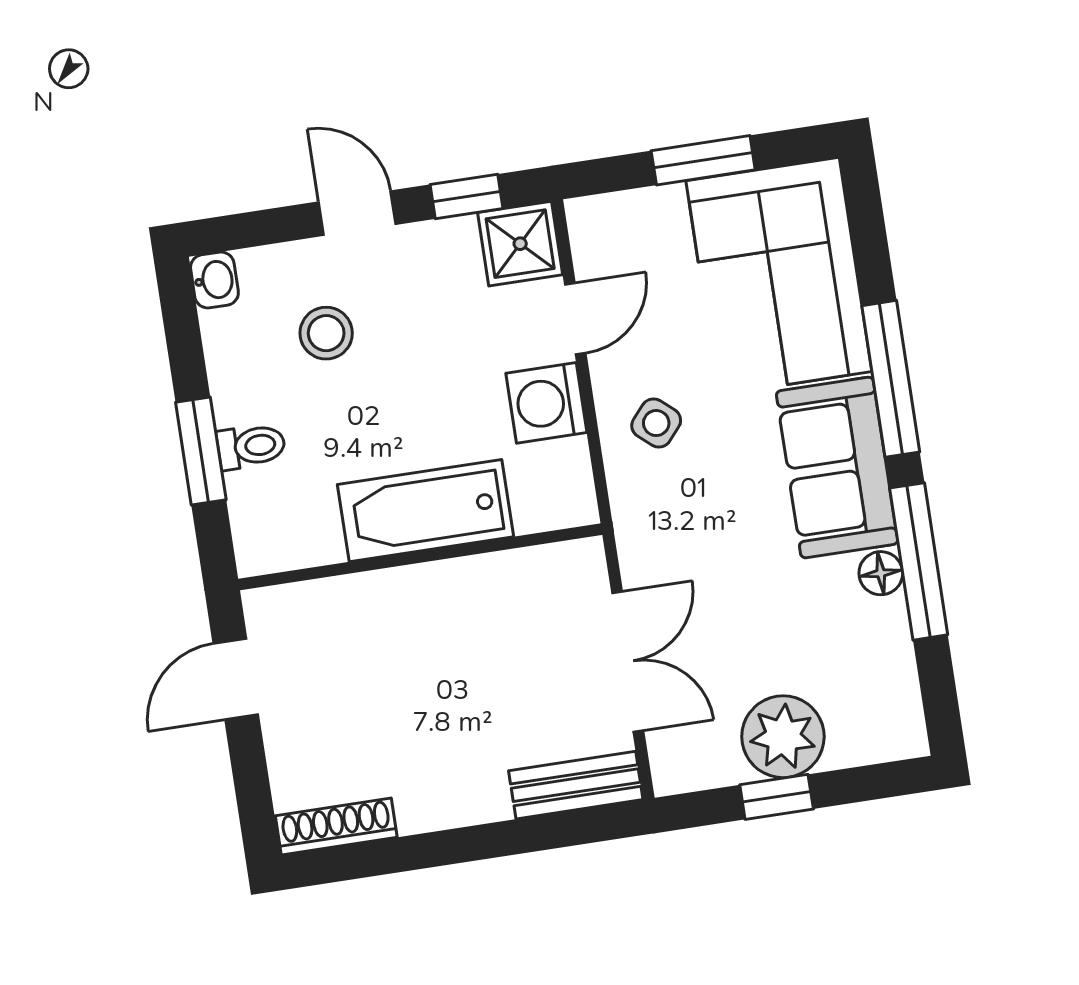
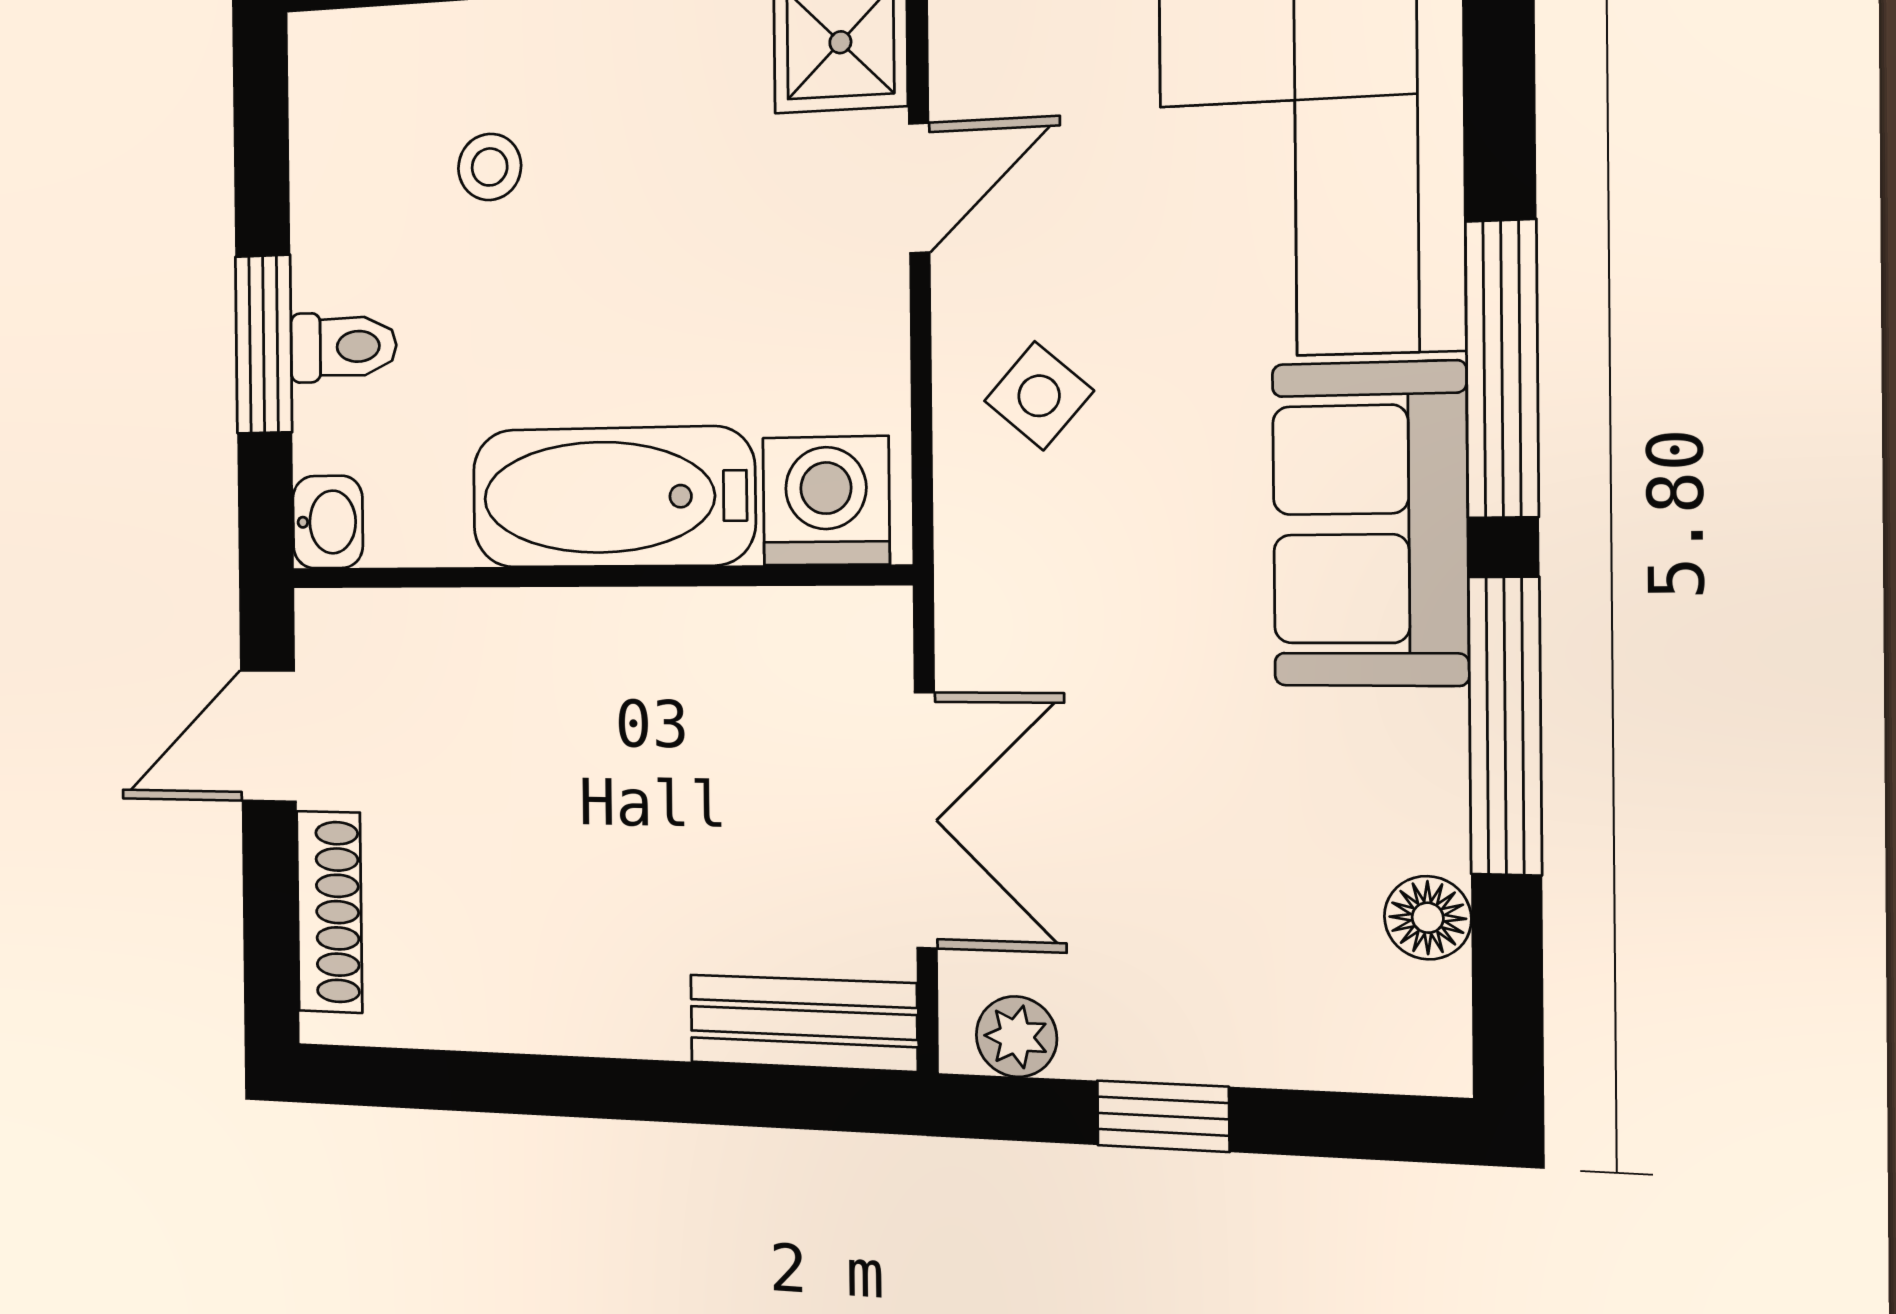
washbasin: (214, 280) -> (328, 522), moved
stool: (326, 333) -> (490, 167), width x0.73, depth x0.73
washing machine: (546, 403) -> (826, 501), moved, turned 90
floor lamp: (881, 573) -> (1428, 918), moved
plant: (783, 737) -> (1016, 1037), moved, width x0.53, depth x0.53
shoe rack: (336, 826) -> (329, 912), moved, turned 90

